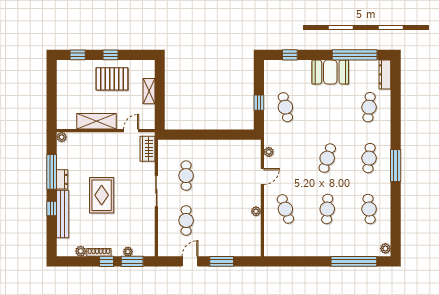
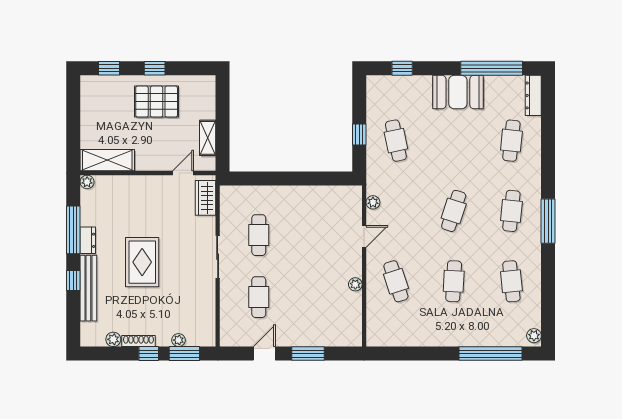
shelving: (149, 91) -> (208, 138), moved
shelving: (96, 121) -> (107, 160), moved

